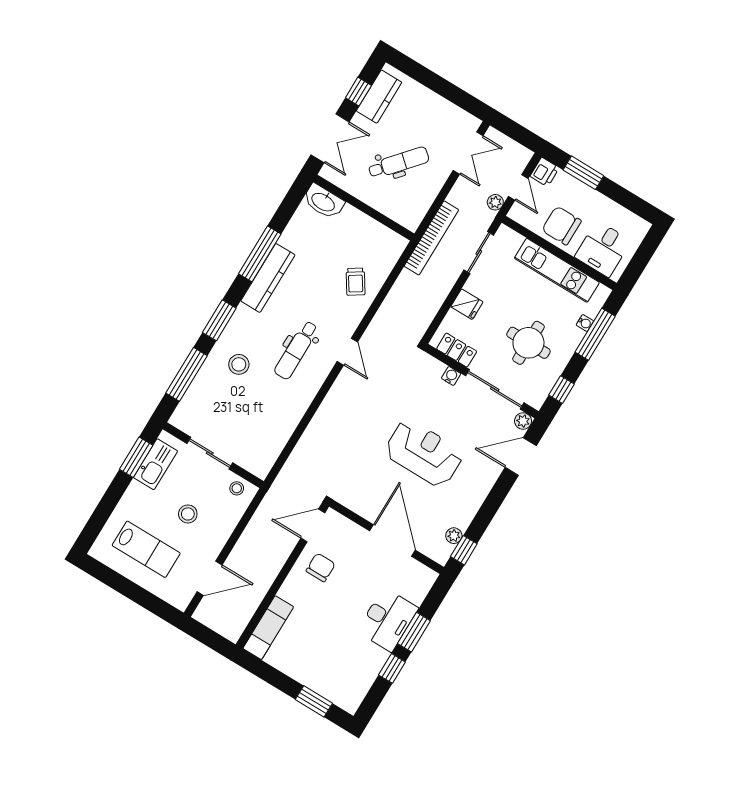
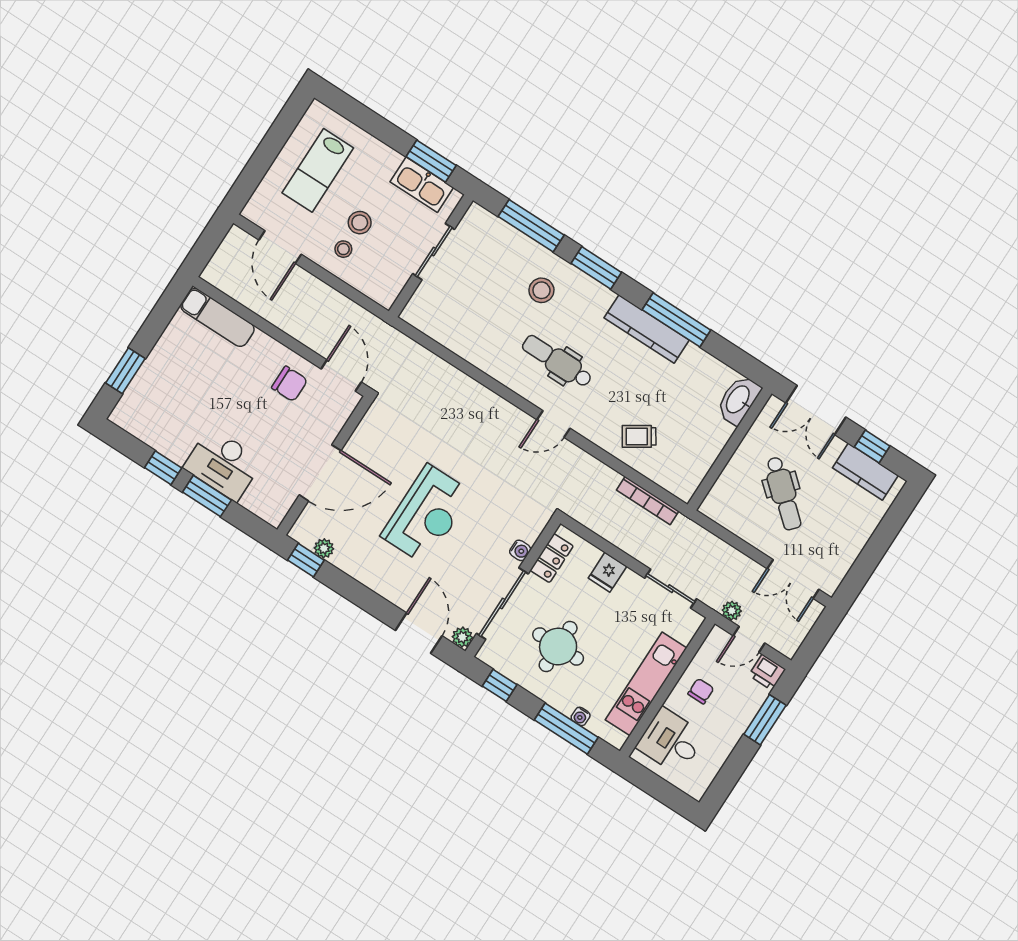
chair: (562, 226) -> (701, 691), width x0.54, depth x0.54
bookcase: (431, 238) -> (648, 501), moved, width x0.68, depth x0.76
stool: (237, 488) -> (343, 249), moved

